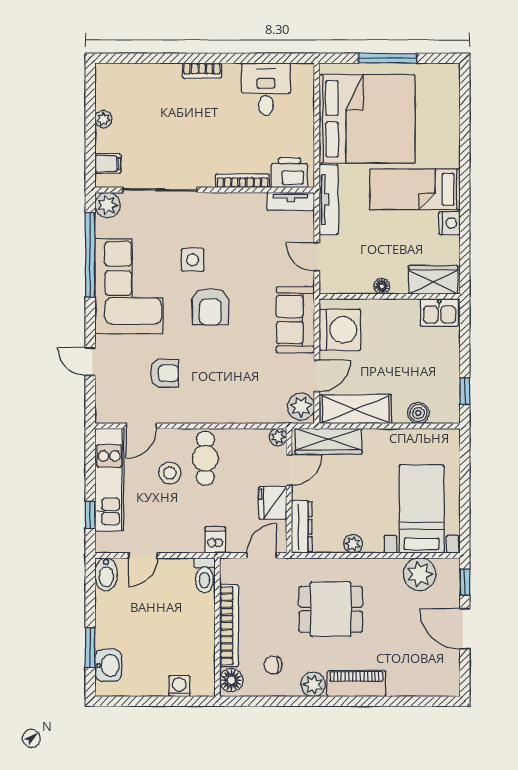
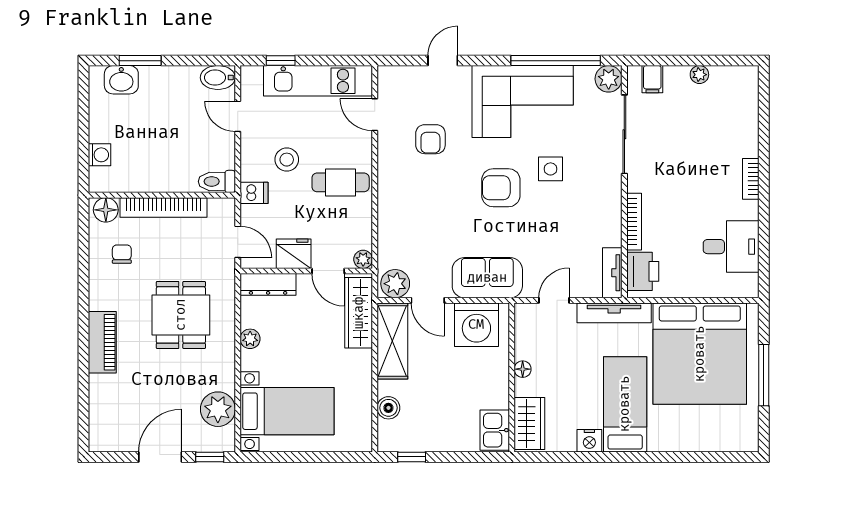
stool: (170, 473) -> (287, 160), moved
plant: (313, 684) -> (101, 296), removed

